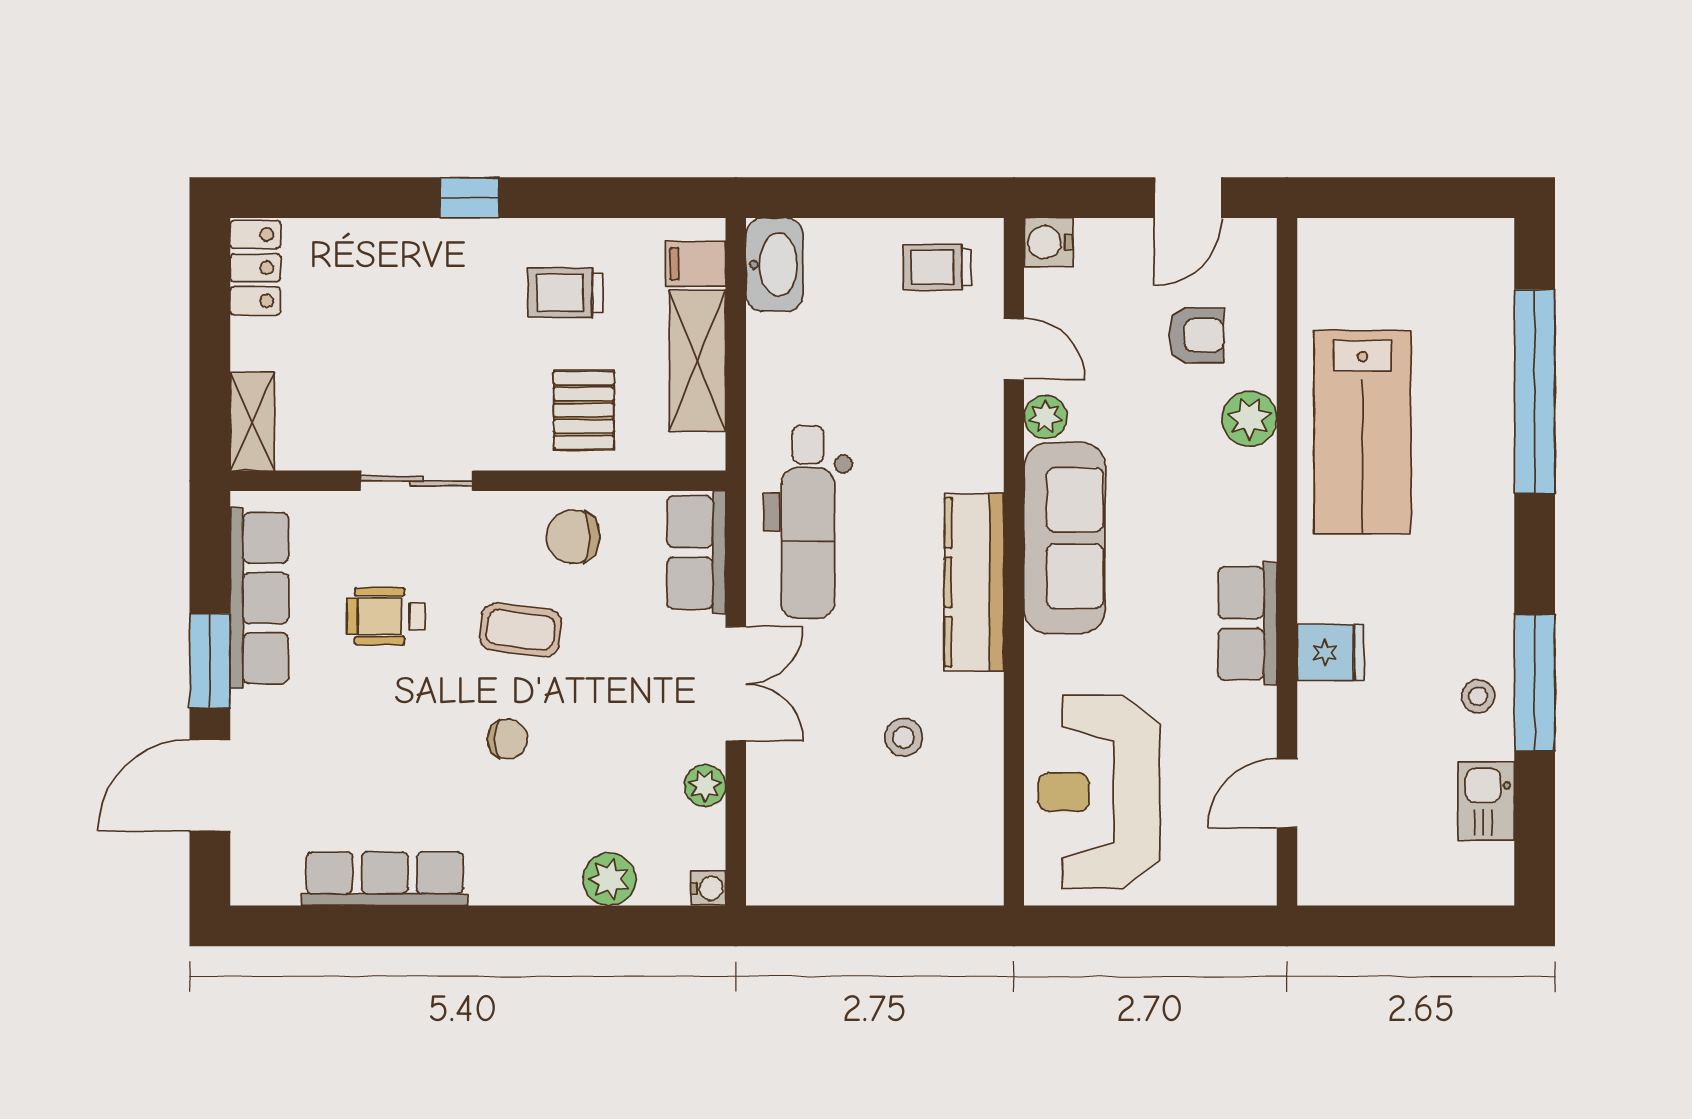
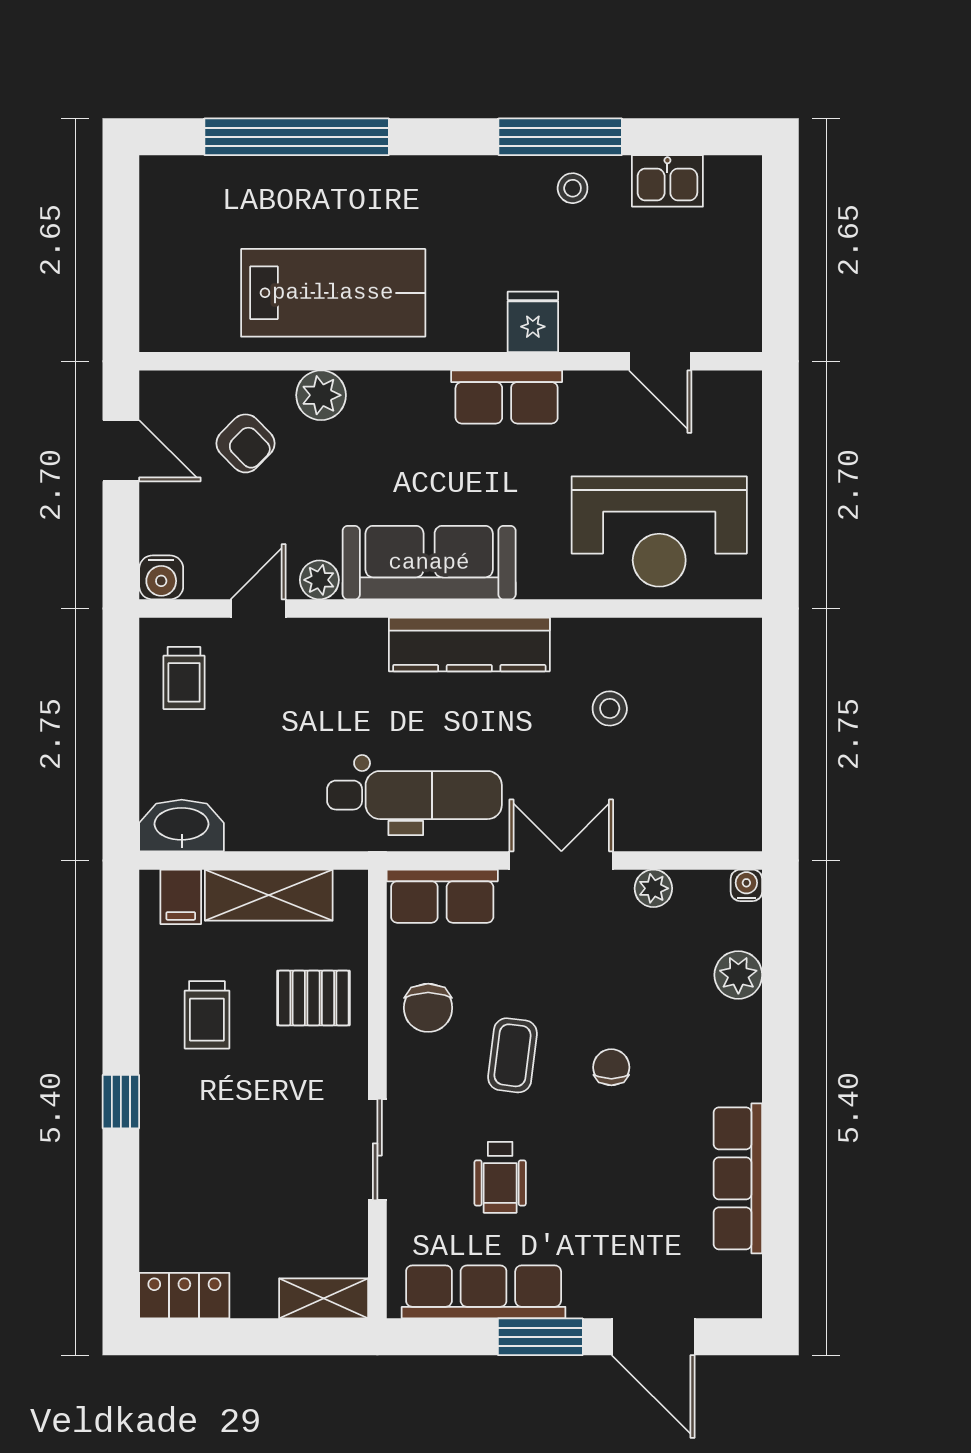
armchair: (1196, 335) -> (246, 443), turned 135

